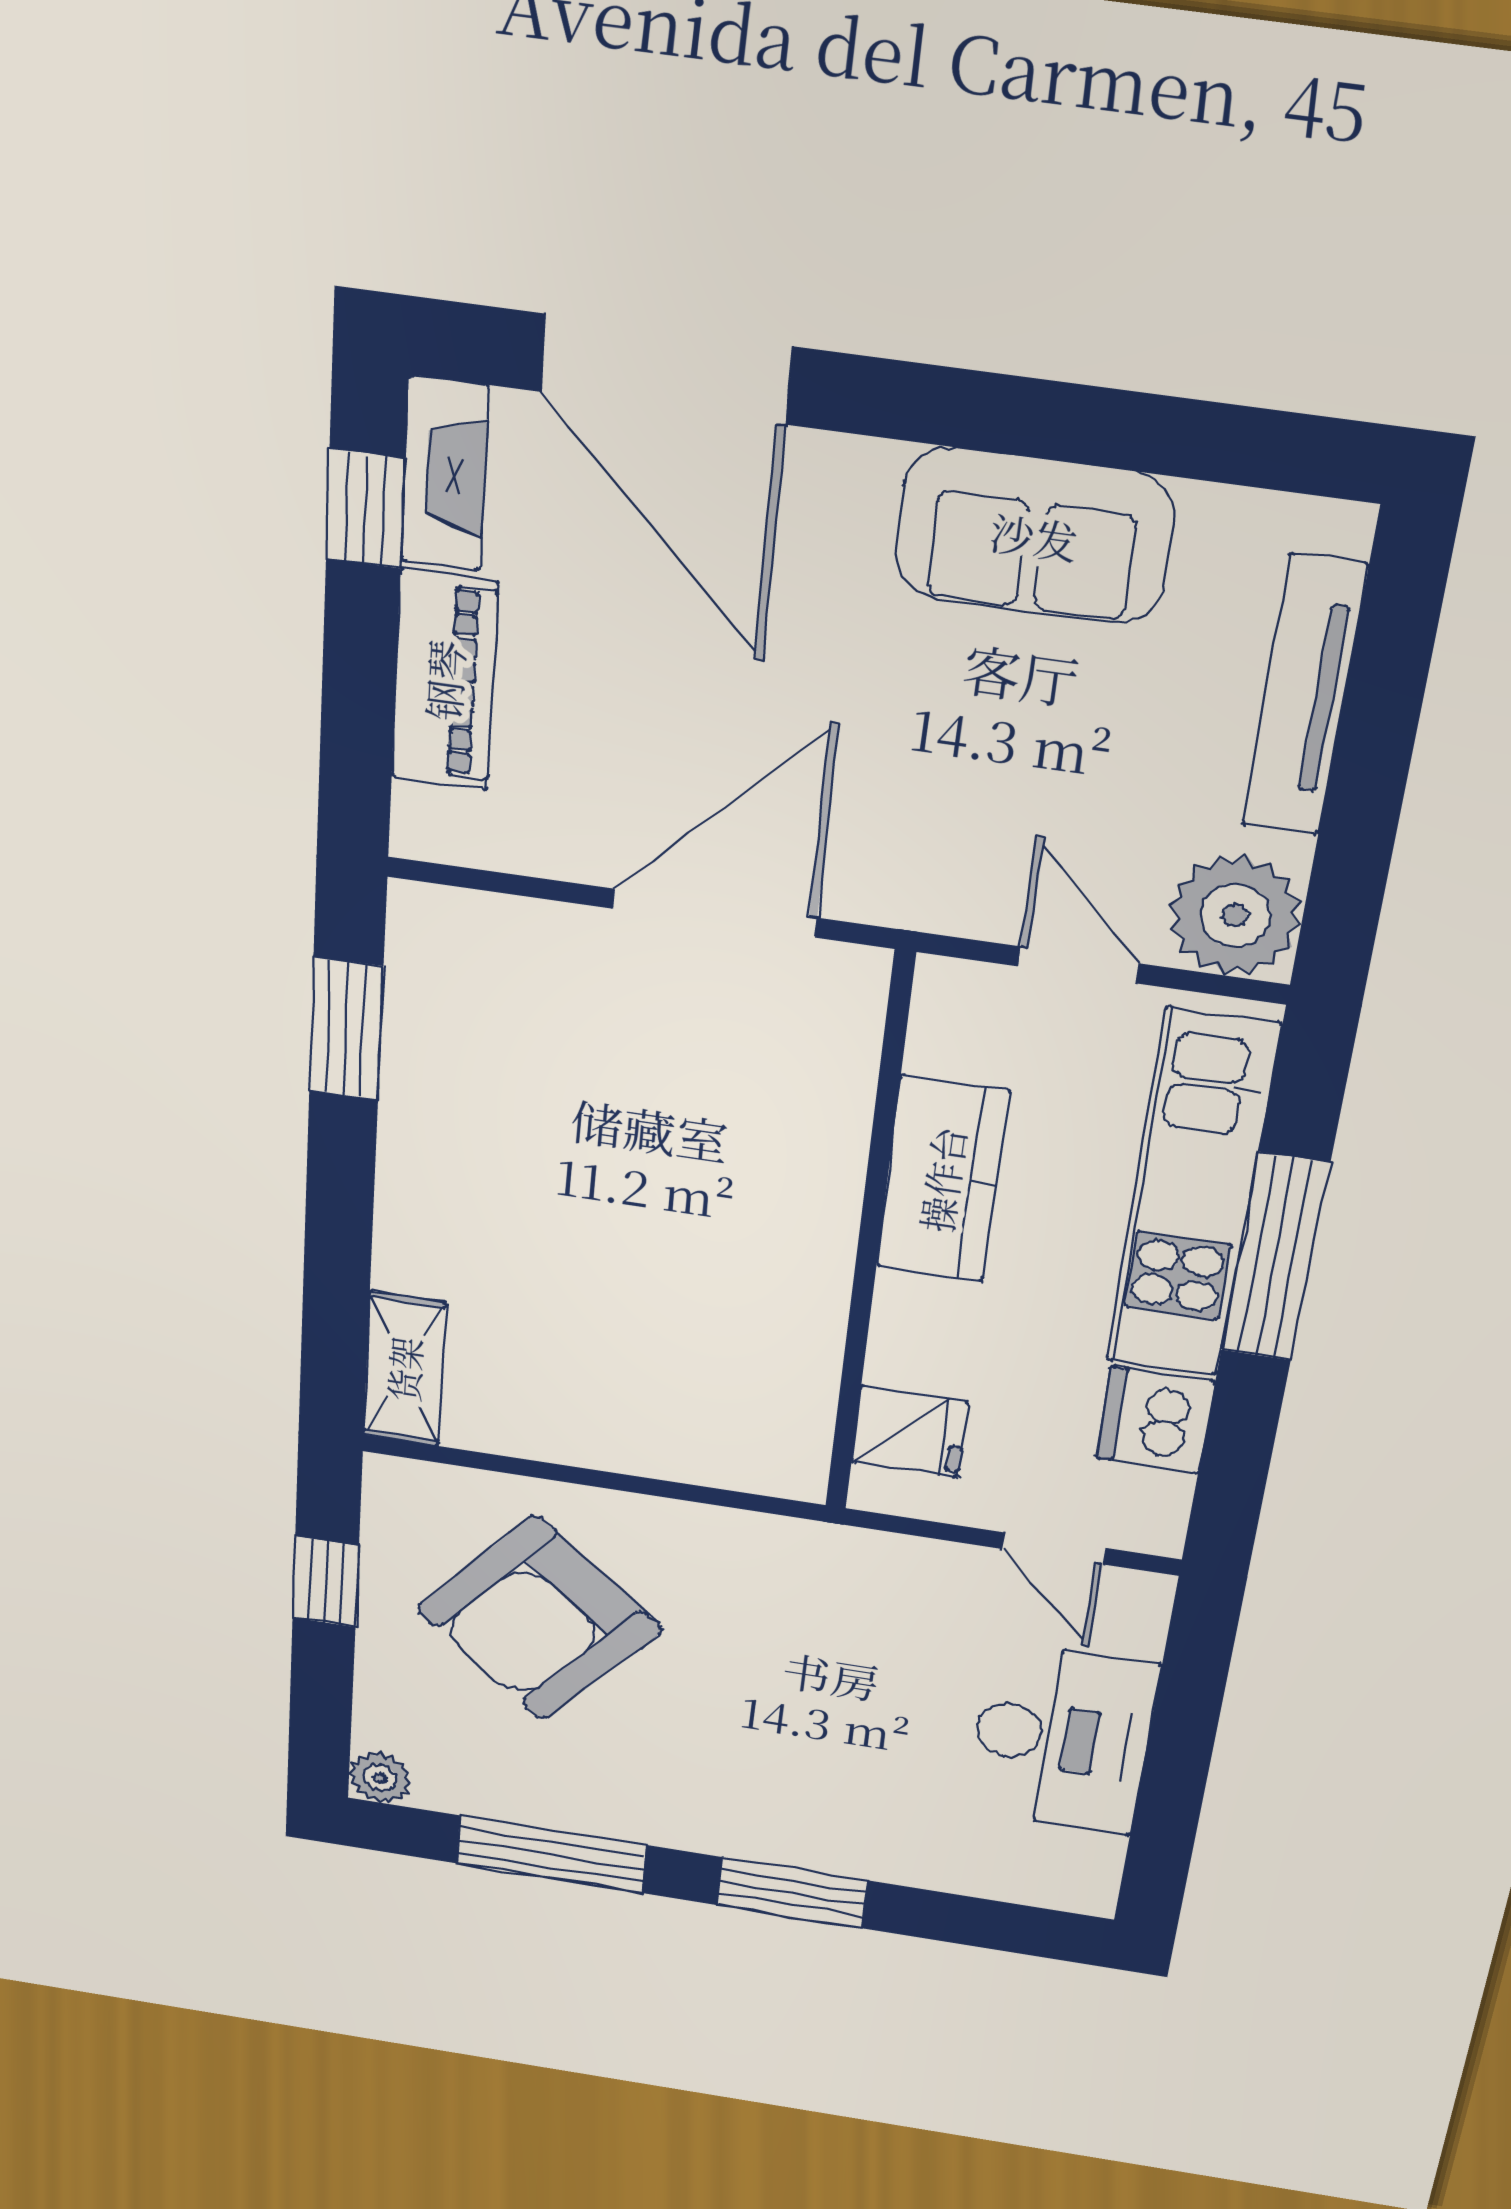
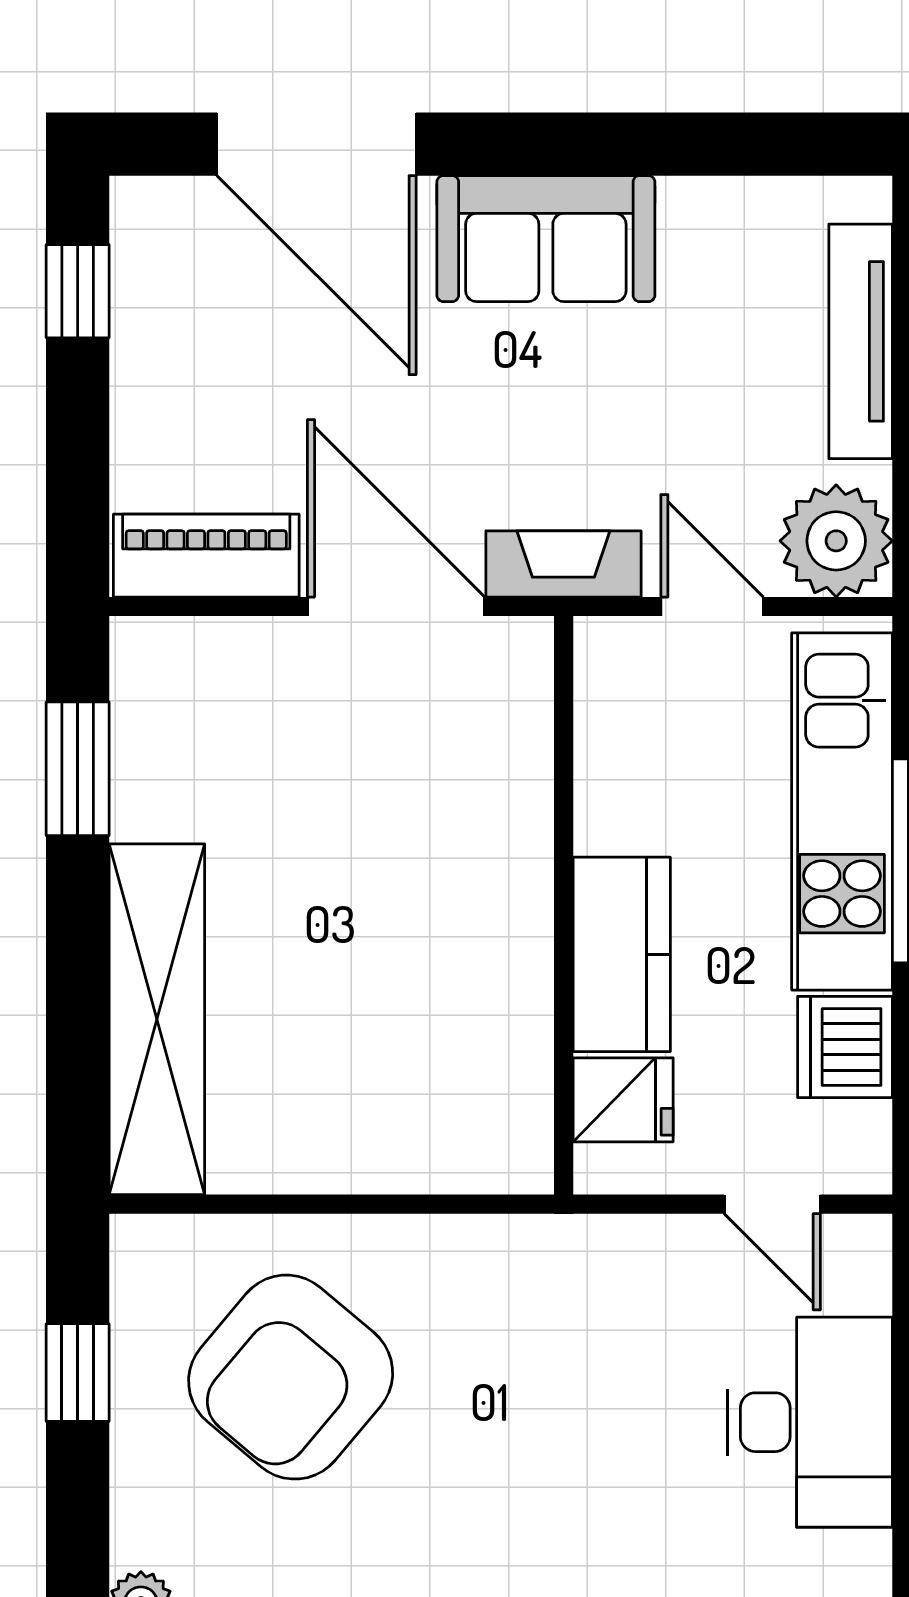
fireplace: (445, 474) -> (563, 564), moved, turned -90
sofa: (1034, 536) -> (546, 239), moved
piano: (444, 680) -> (206, 556), moved, turned -90
door: (714, 913) -> (396, 607), hinge flipped
kitchen counter: (942, 1179) -> (622, 954), moved
shelving: (404, 1369) -> (157, 1019), width x2.20, depth x1.33

